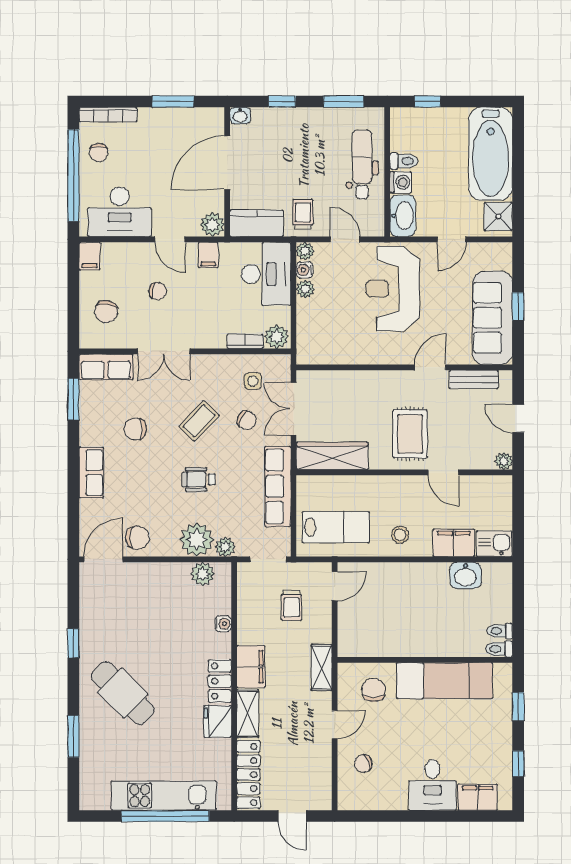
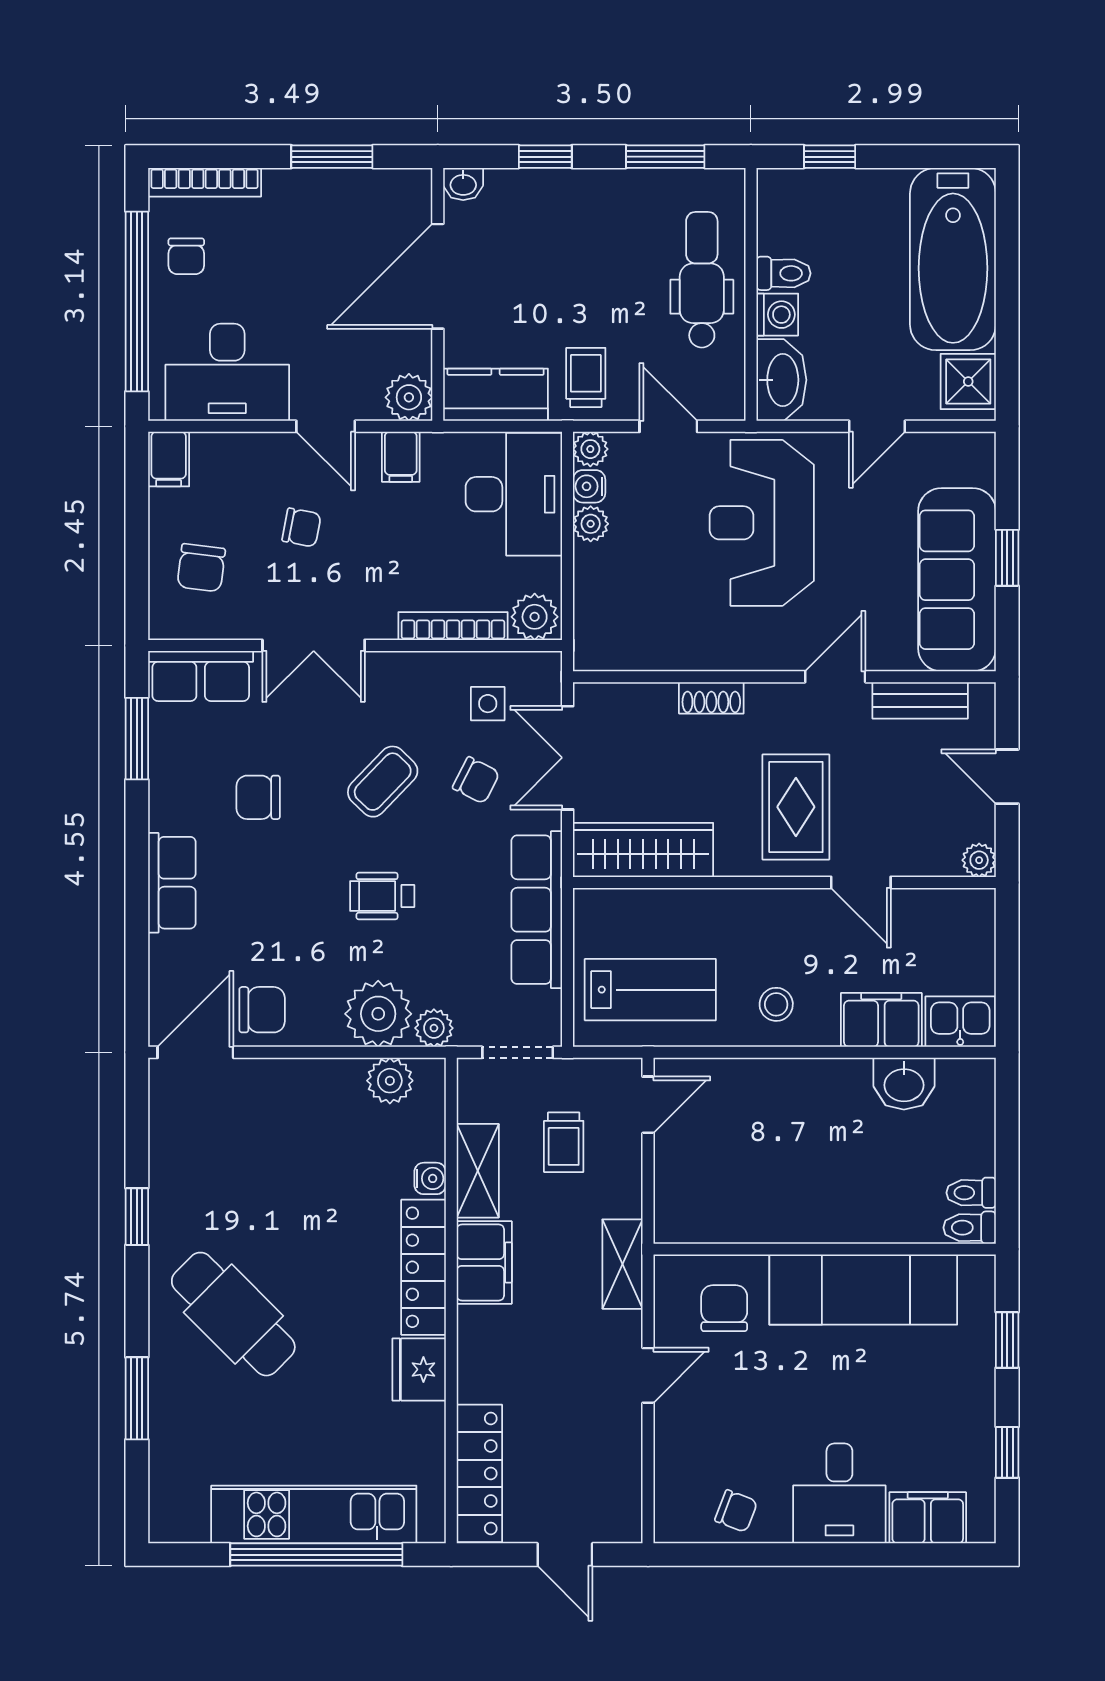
bookcase: (245, 341) -> (453, 626), width x1.56
shoe rack: (367, 378) -> (711, 698), added
locker: (220, 681) -> (424, 1267), width x1.53
shelving: (248, 714) -> (478, 1171), moved
chair: (363, 764) -> (736, 1511), moved, turned -143

